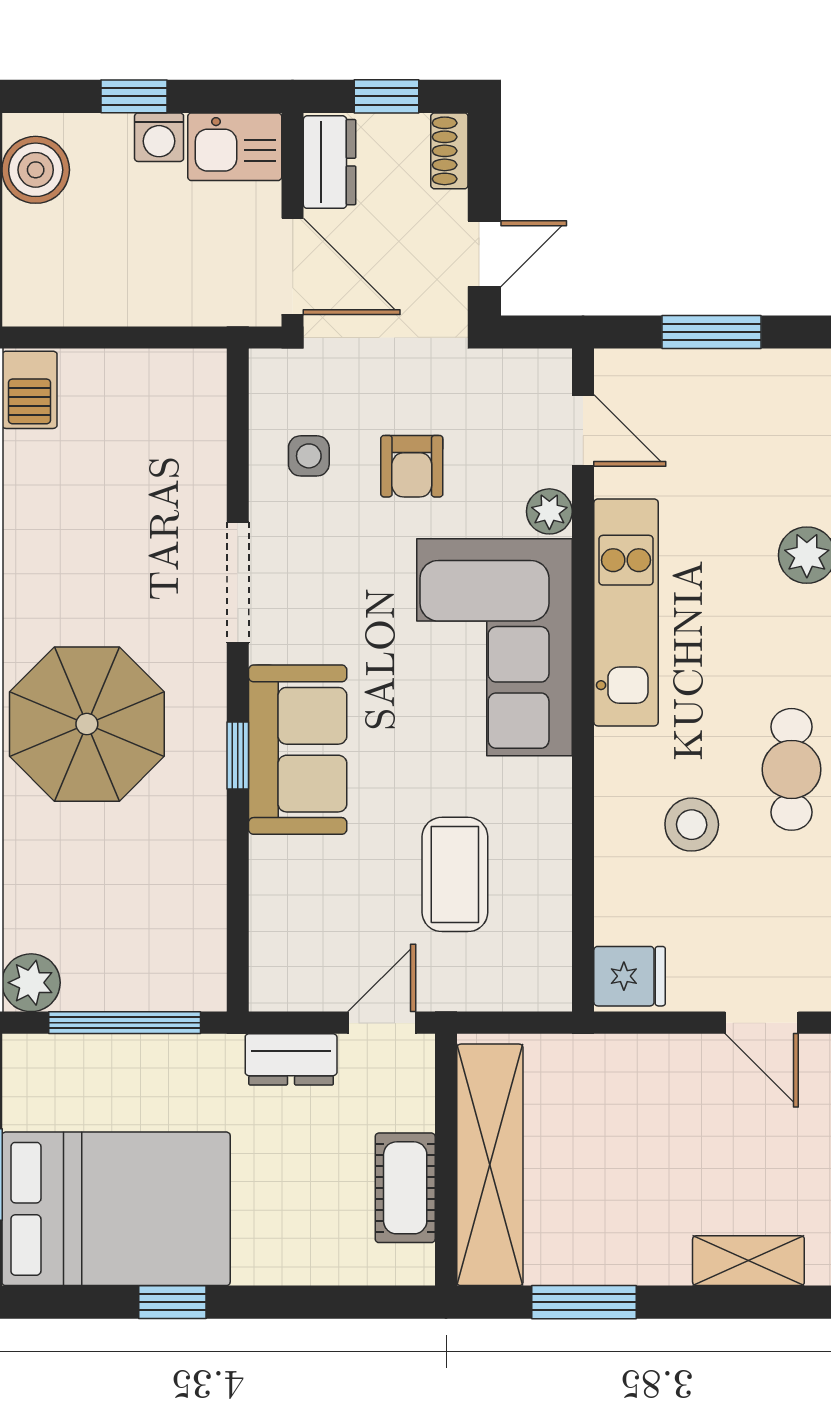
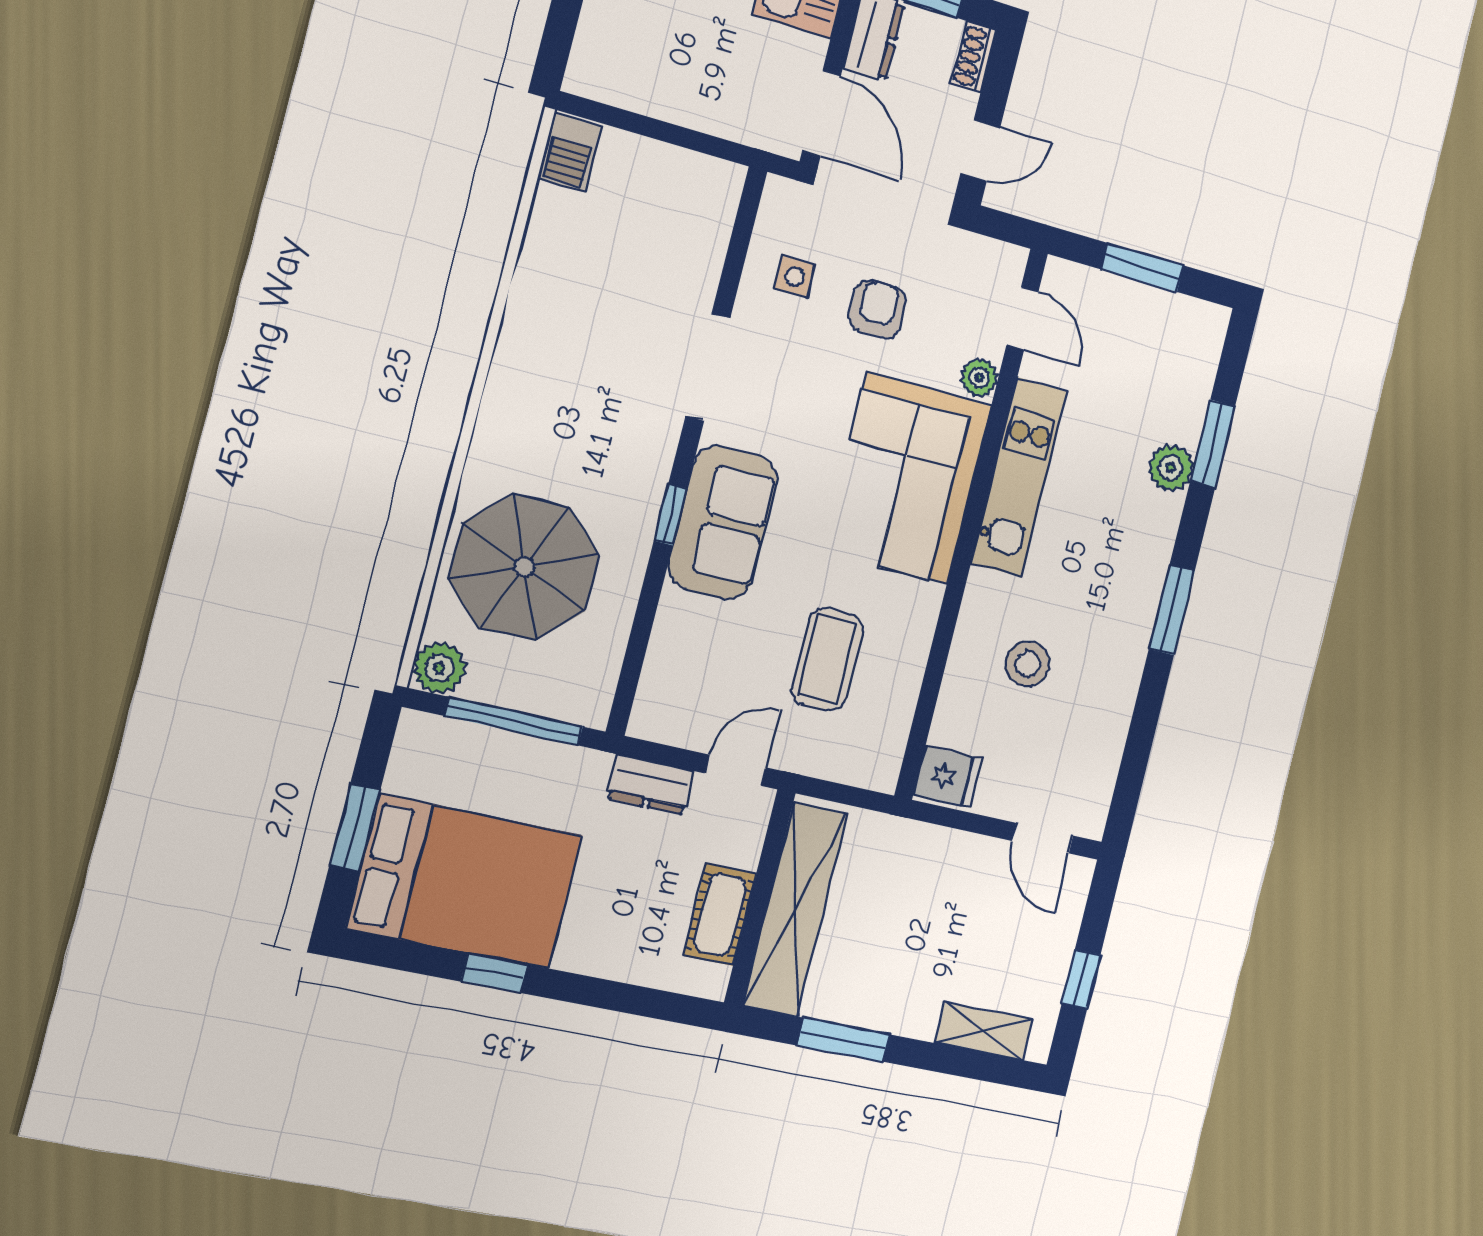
armchair: (412, 466) -> (878, 309), turned 180
parasol: (87, 724) -> (524, 567), moved
cafe table: (792, 769) -> (1116, 638), removed

